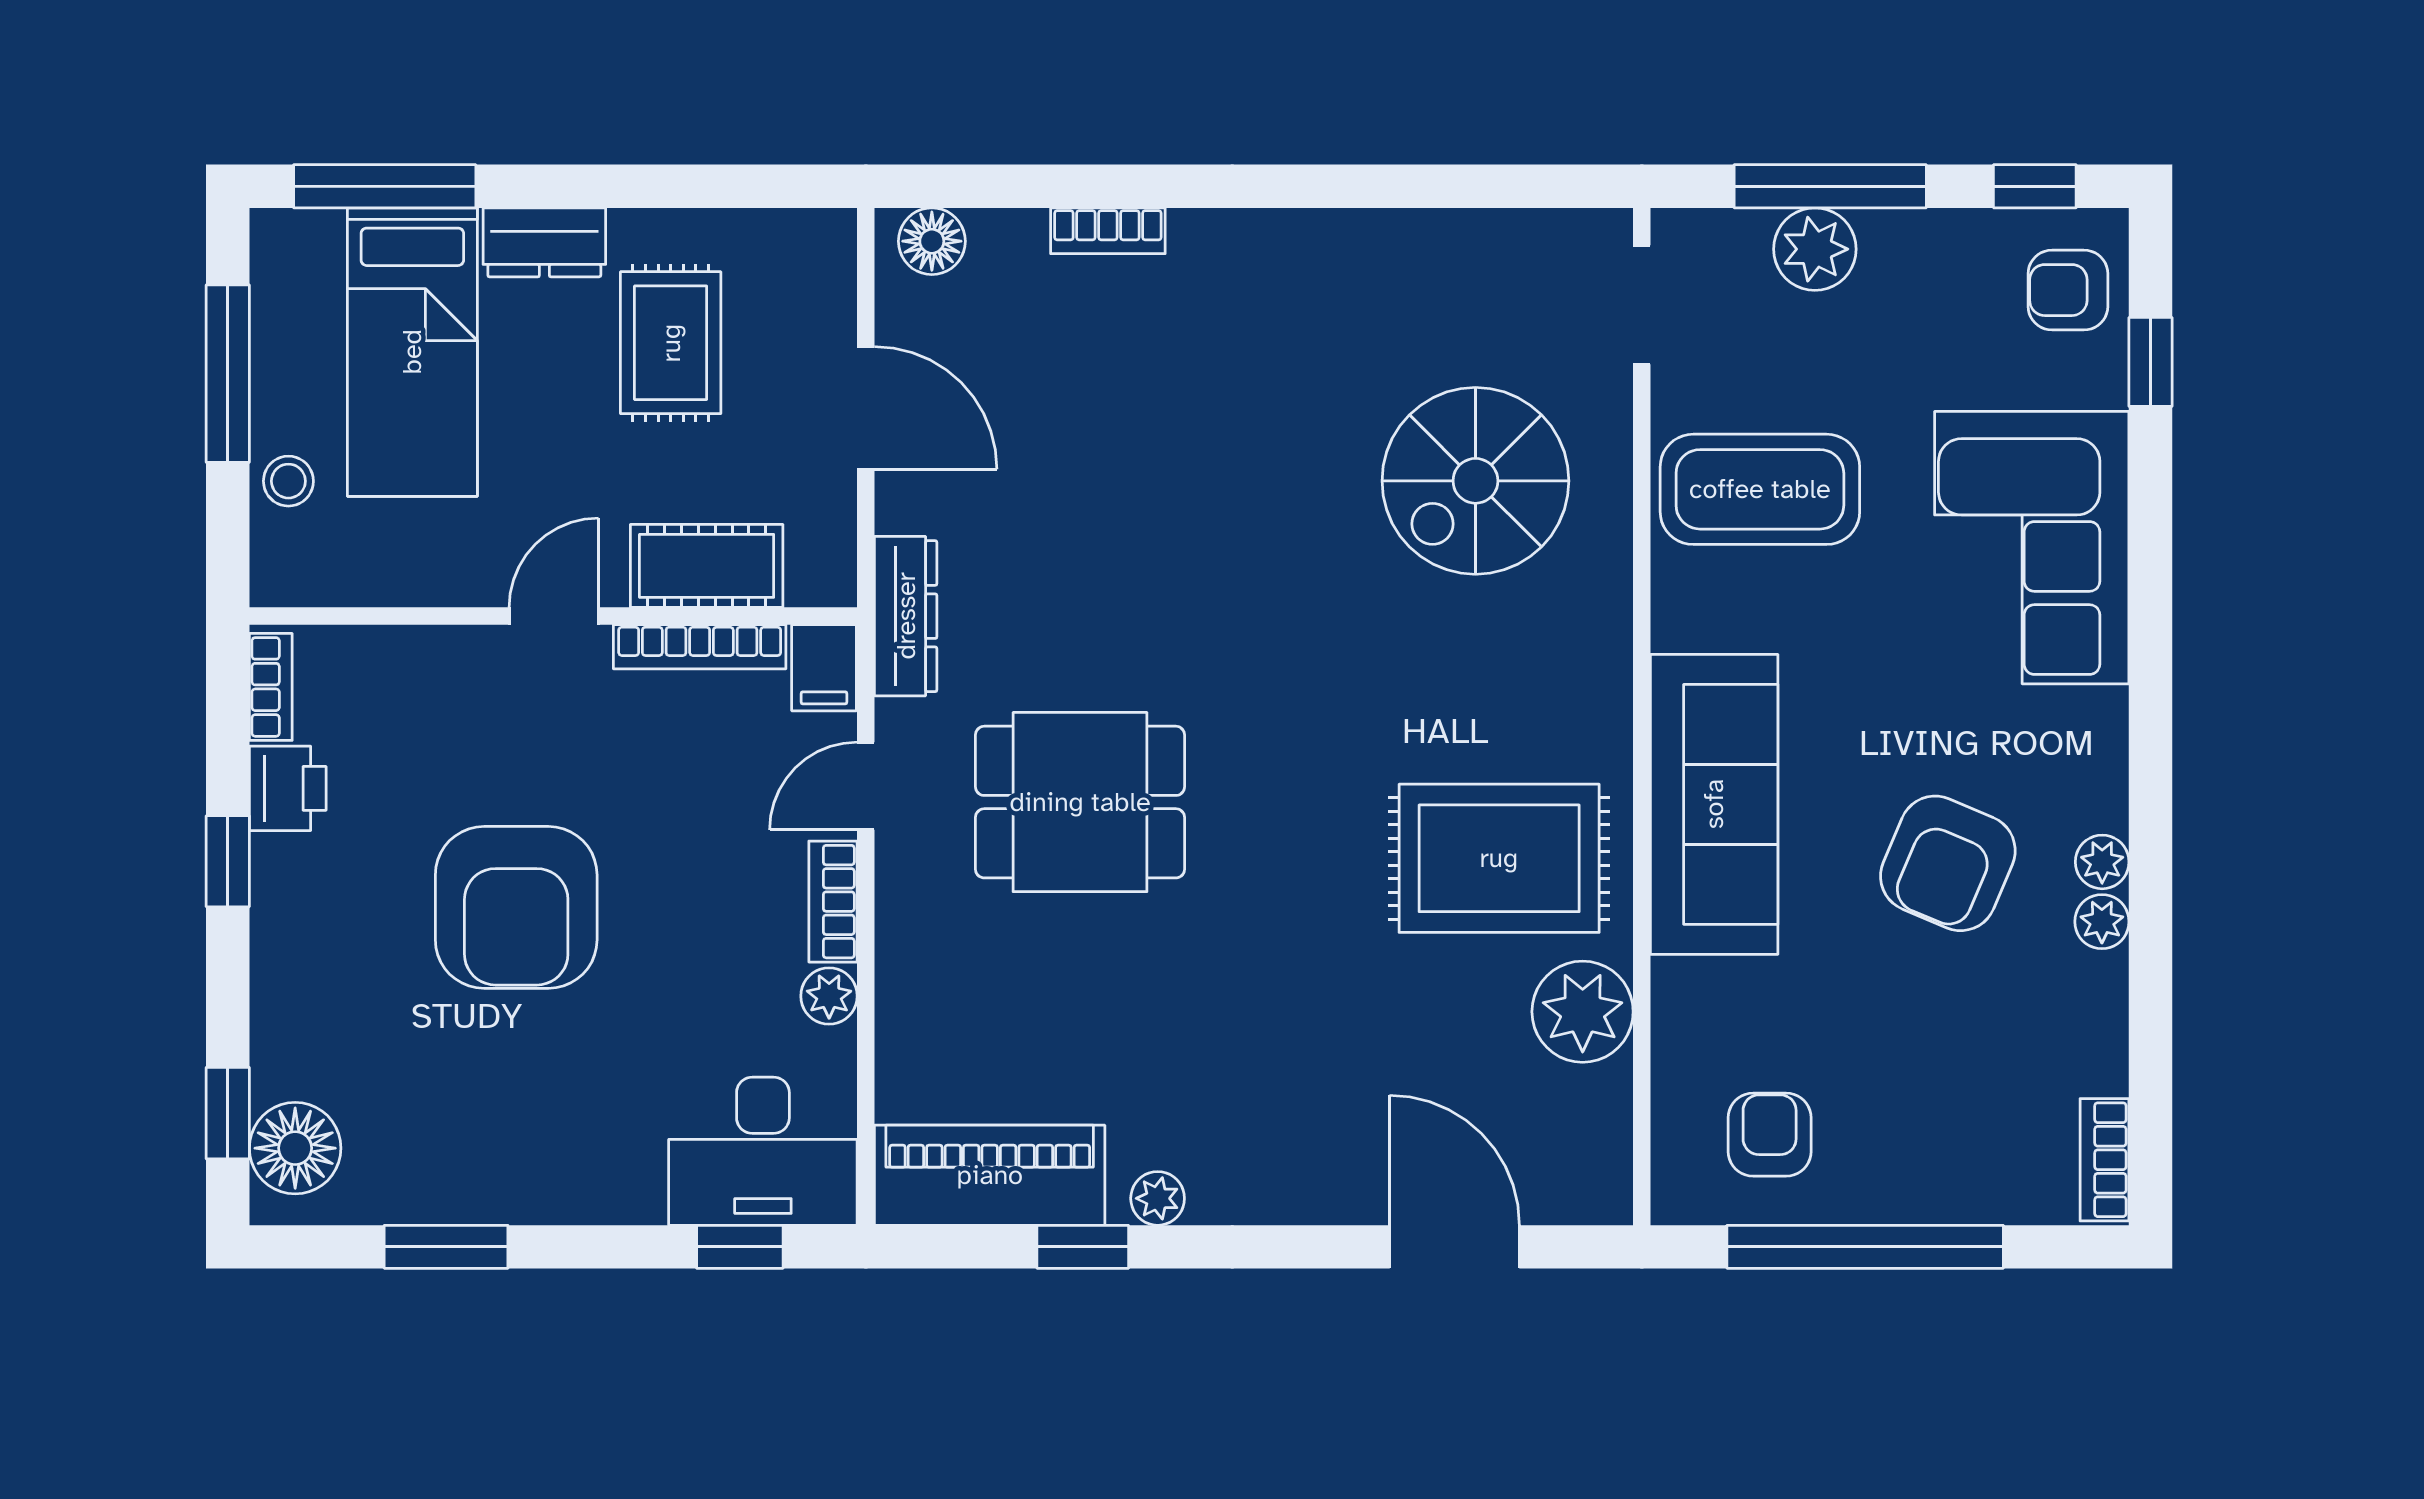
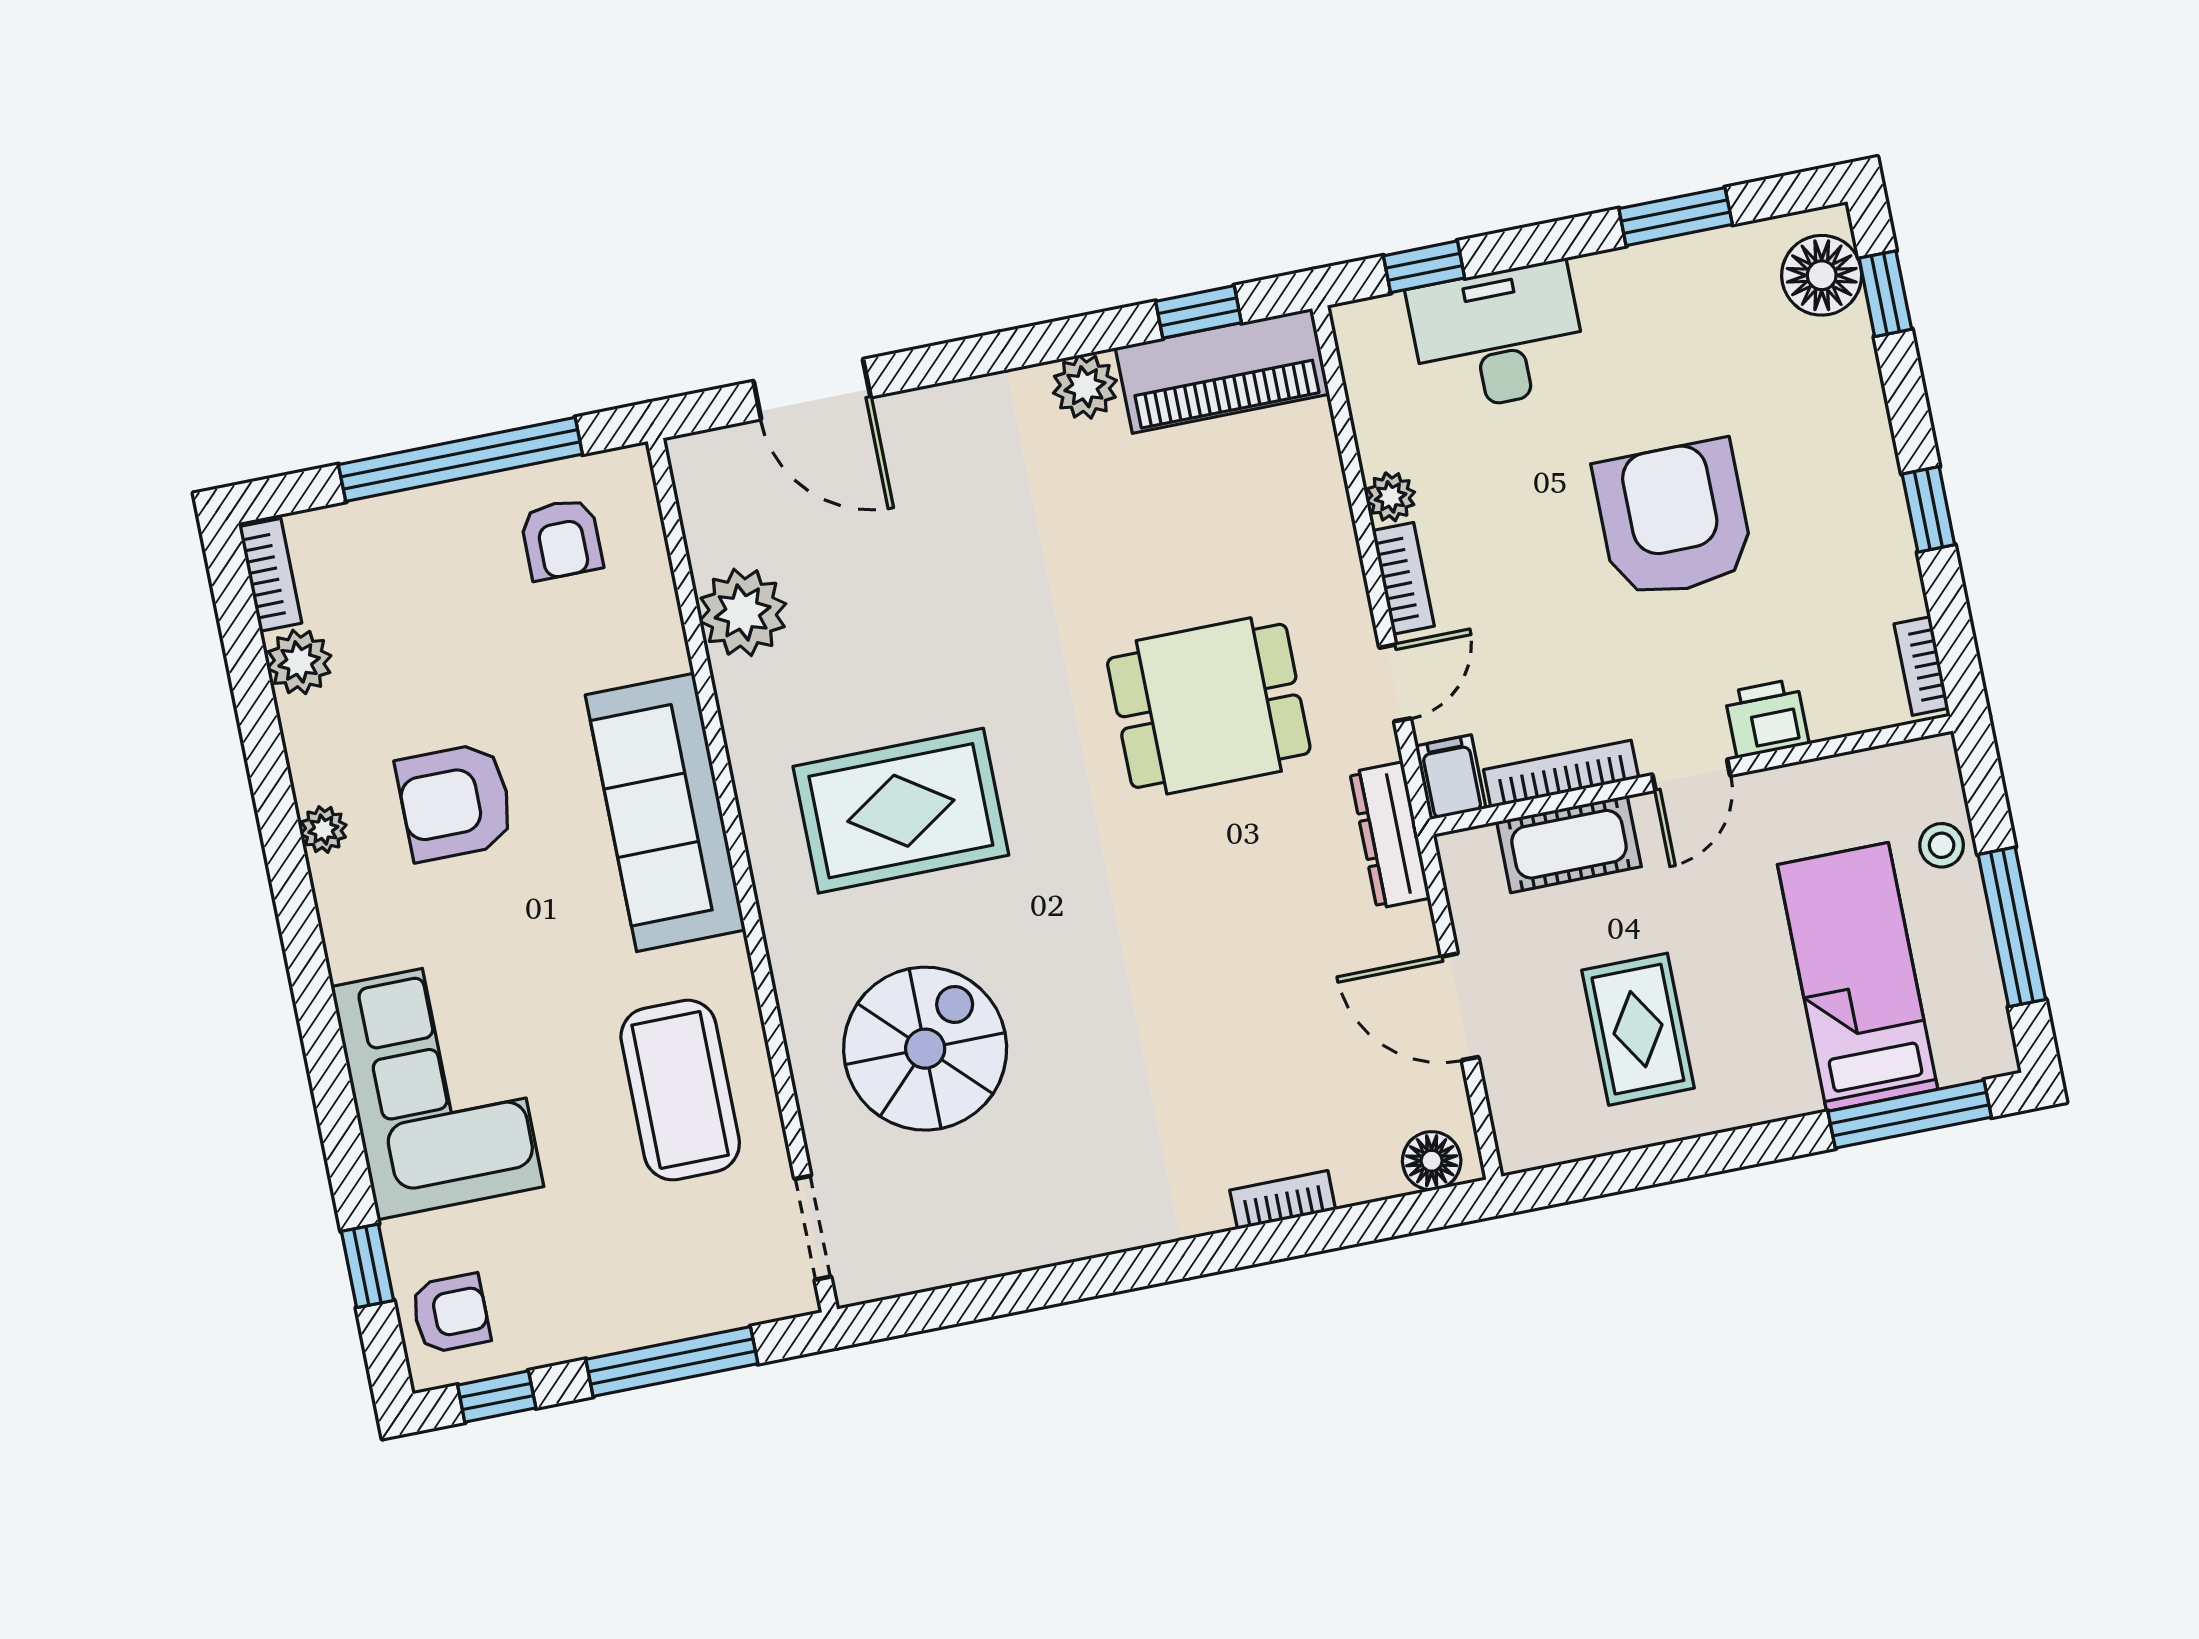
dresser: (544, 242) -> (1763, 1093), removed
plant: (1815, 249) -> (674, 1305), removed
coffee table: (1760, 489) -> (680, 1090), turned 90
printer: (288, 788) -> (1767, 718), moved, turned 90
rug: (1499, 858) -> (901, 811), moved
armchair: (1948, 863) -> (455, 802), turned -113
plant: (2102, 922) -> (299, 662), moved, width x1.38, depth x1.38
desk: (763, 1151) -> (1498, 337), moved
plant: (1158, 1198) -> (1085, 387), width x1.38, depth x1.38
window: (1083, 1247) -> (1198, 312), moved

